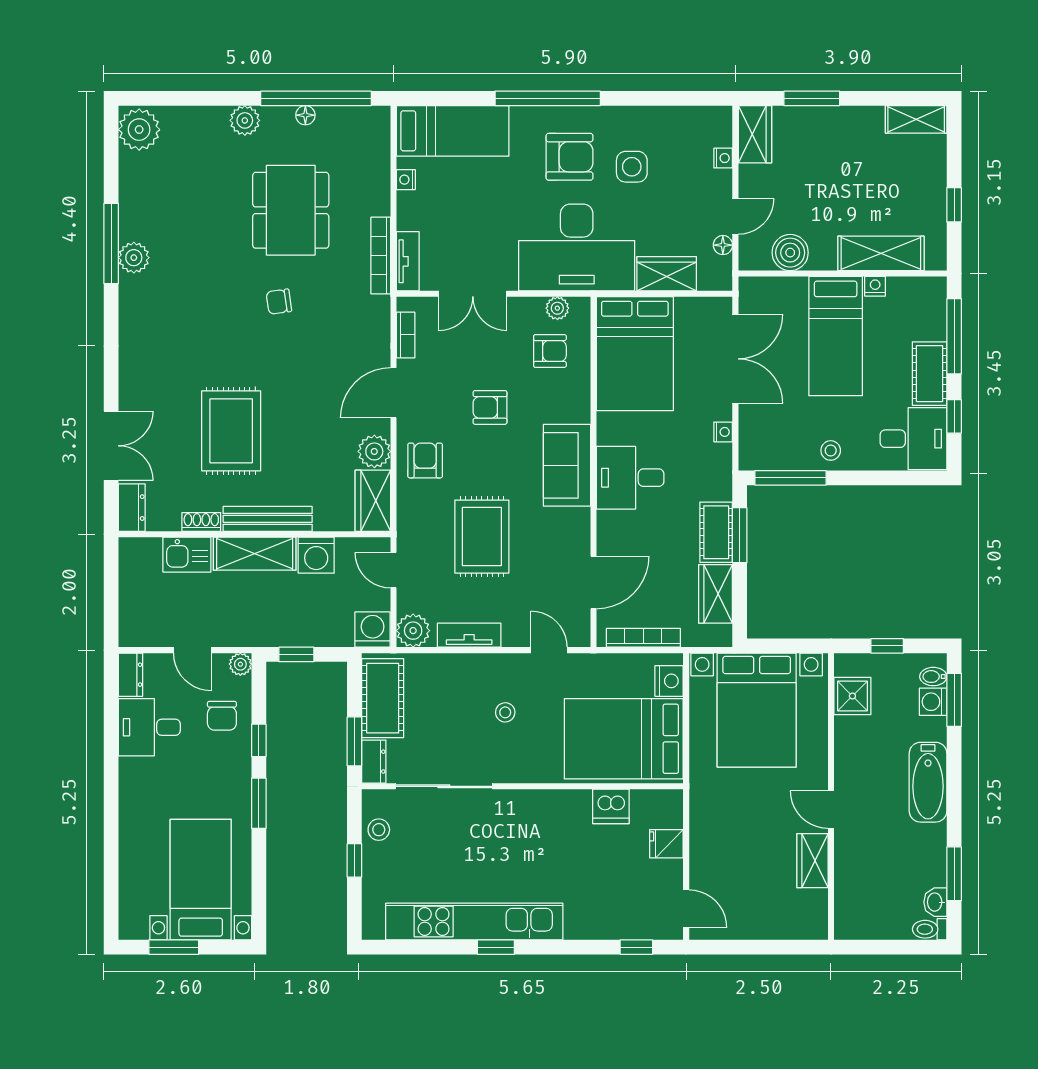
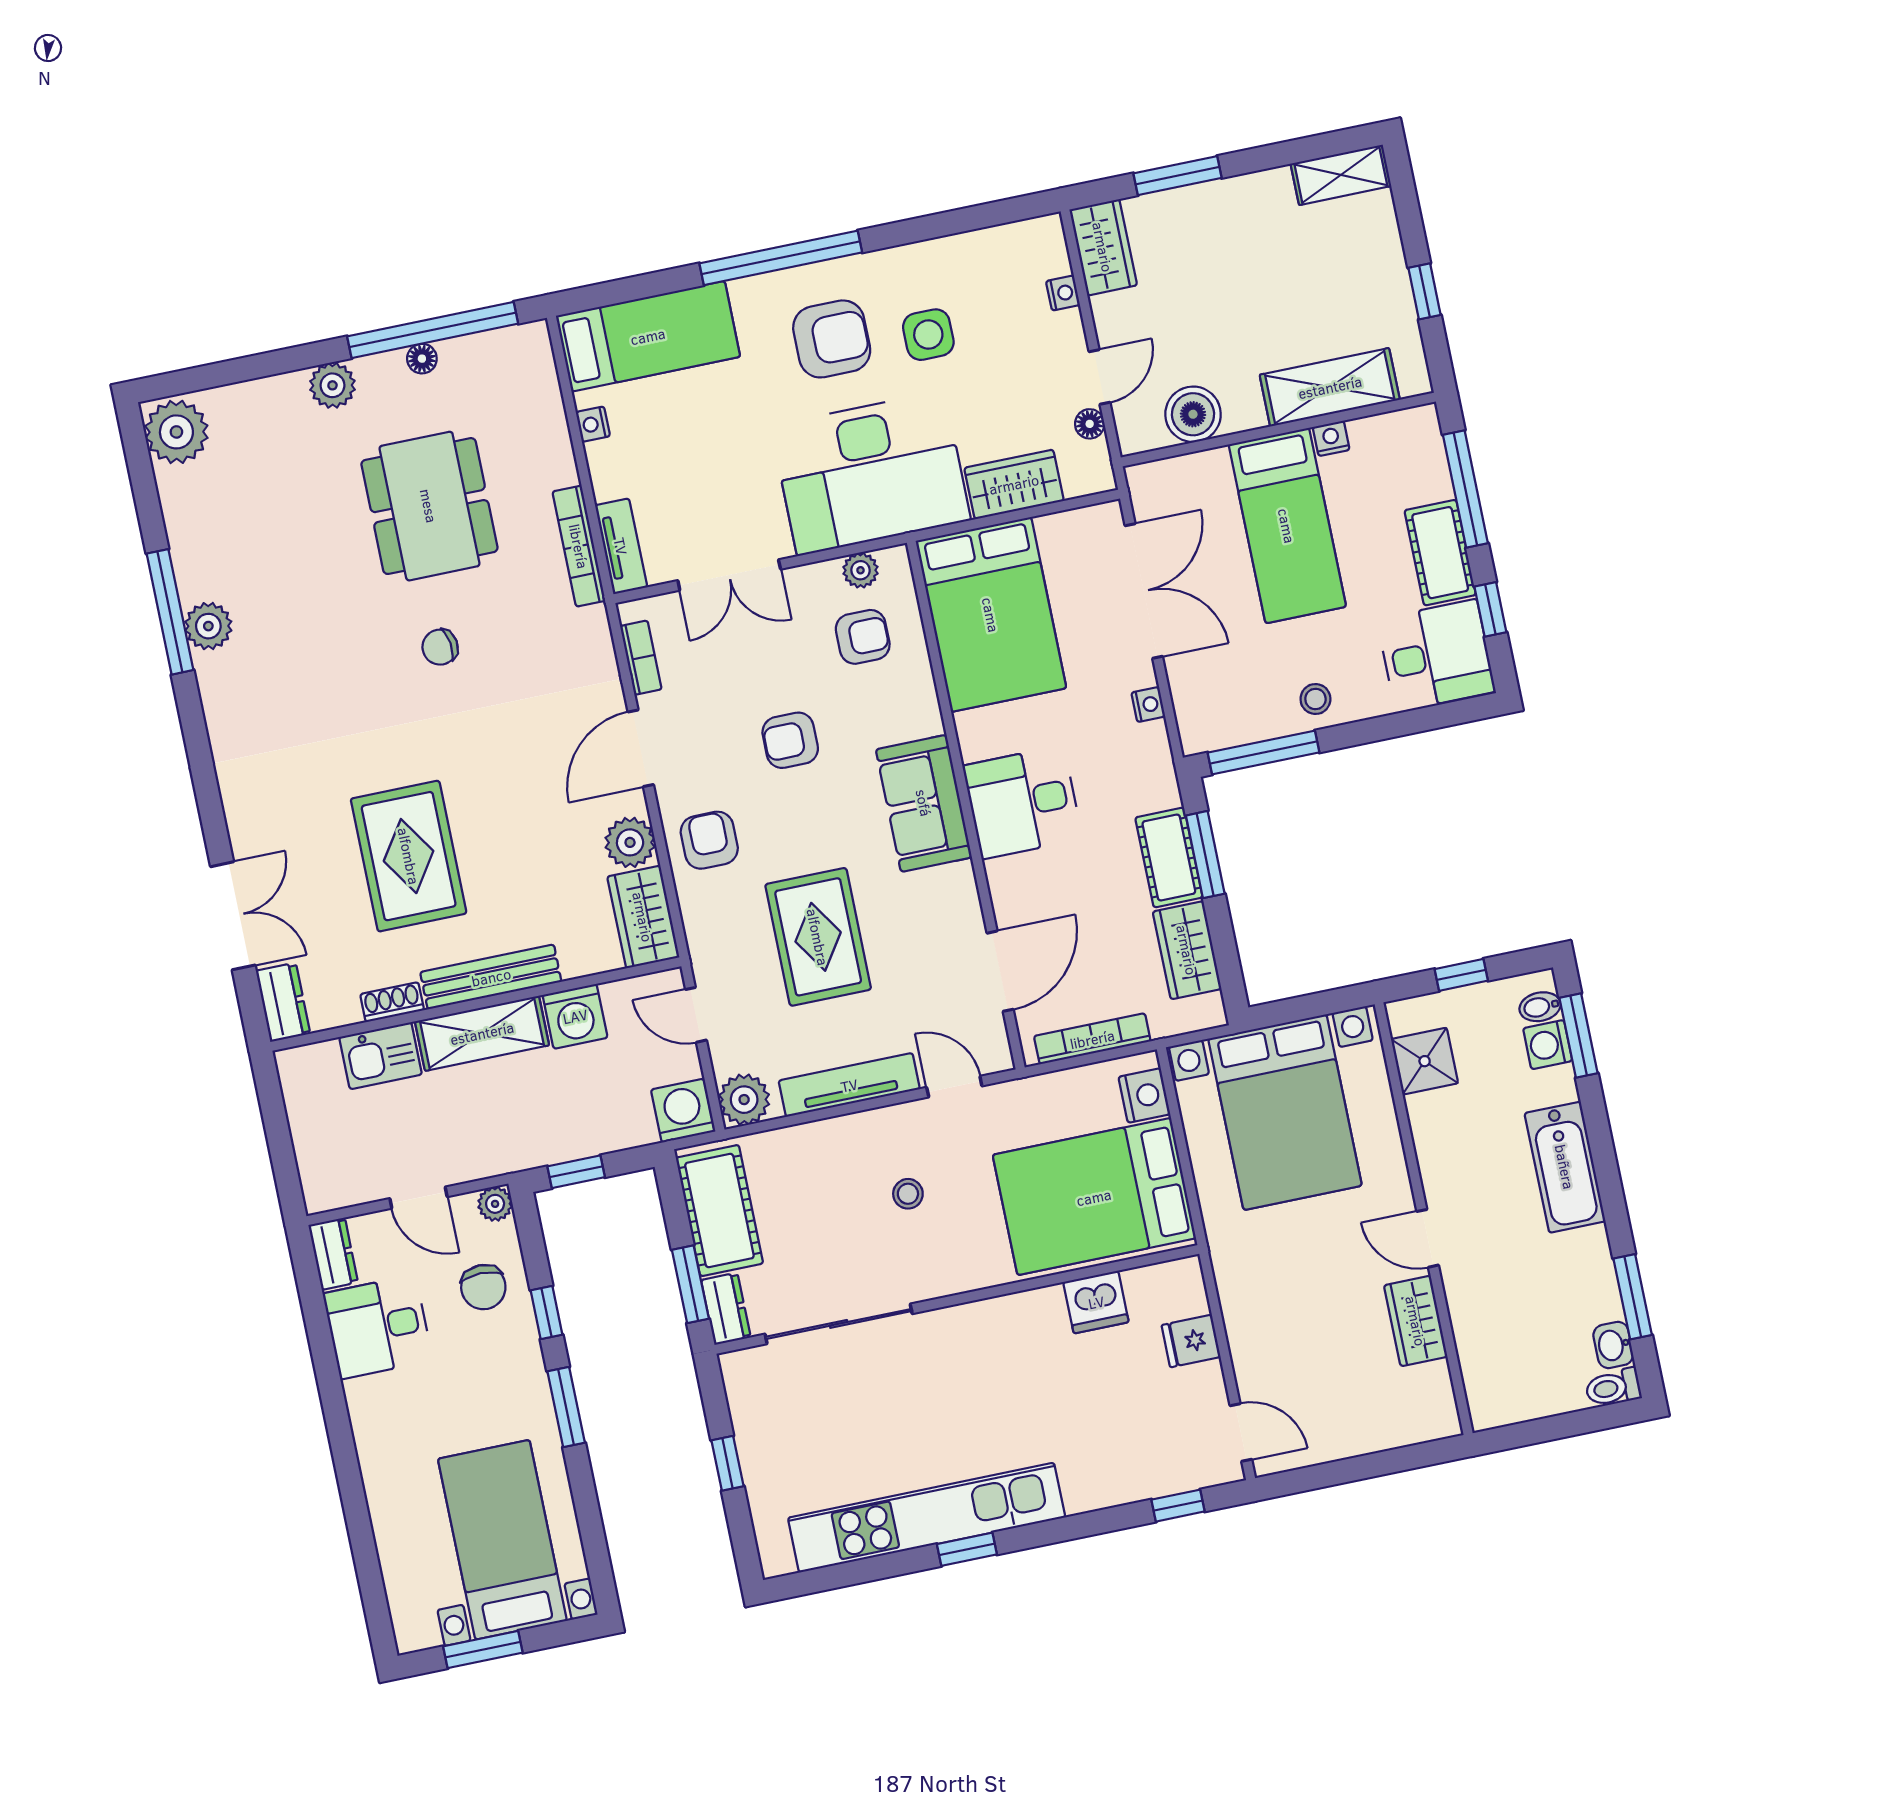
tv unit: (469, 635) -> (849, 1085), width x1.41
stool: (379, 830) -> (754, 1409), removed

